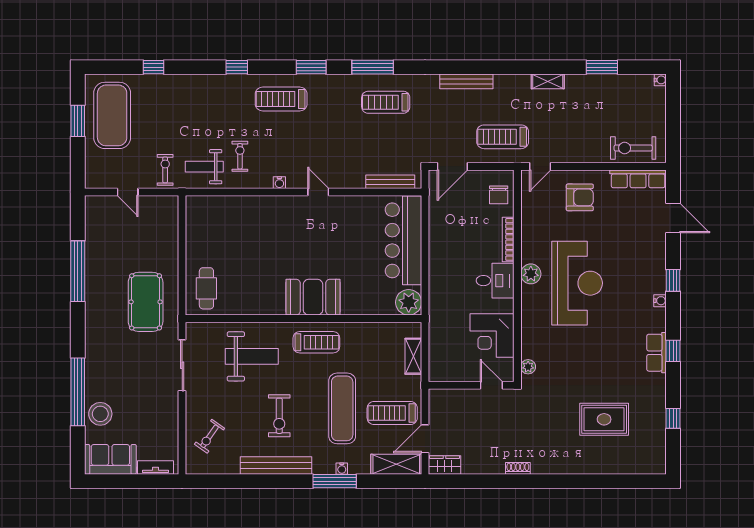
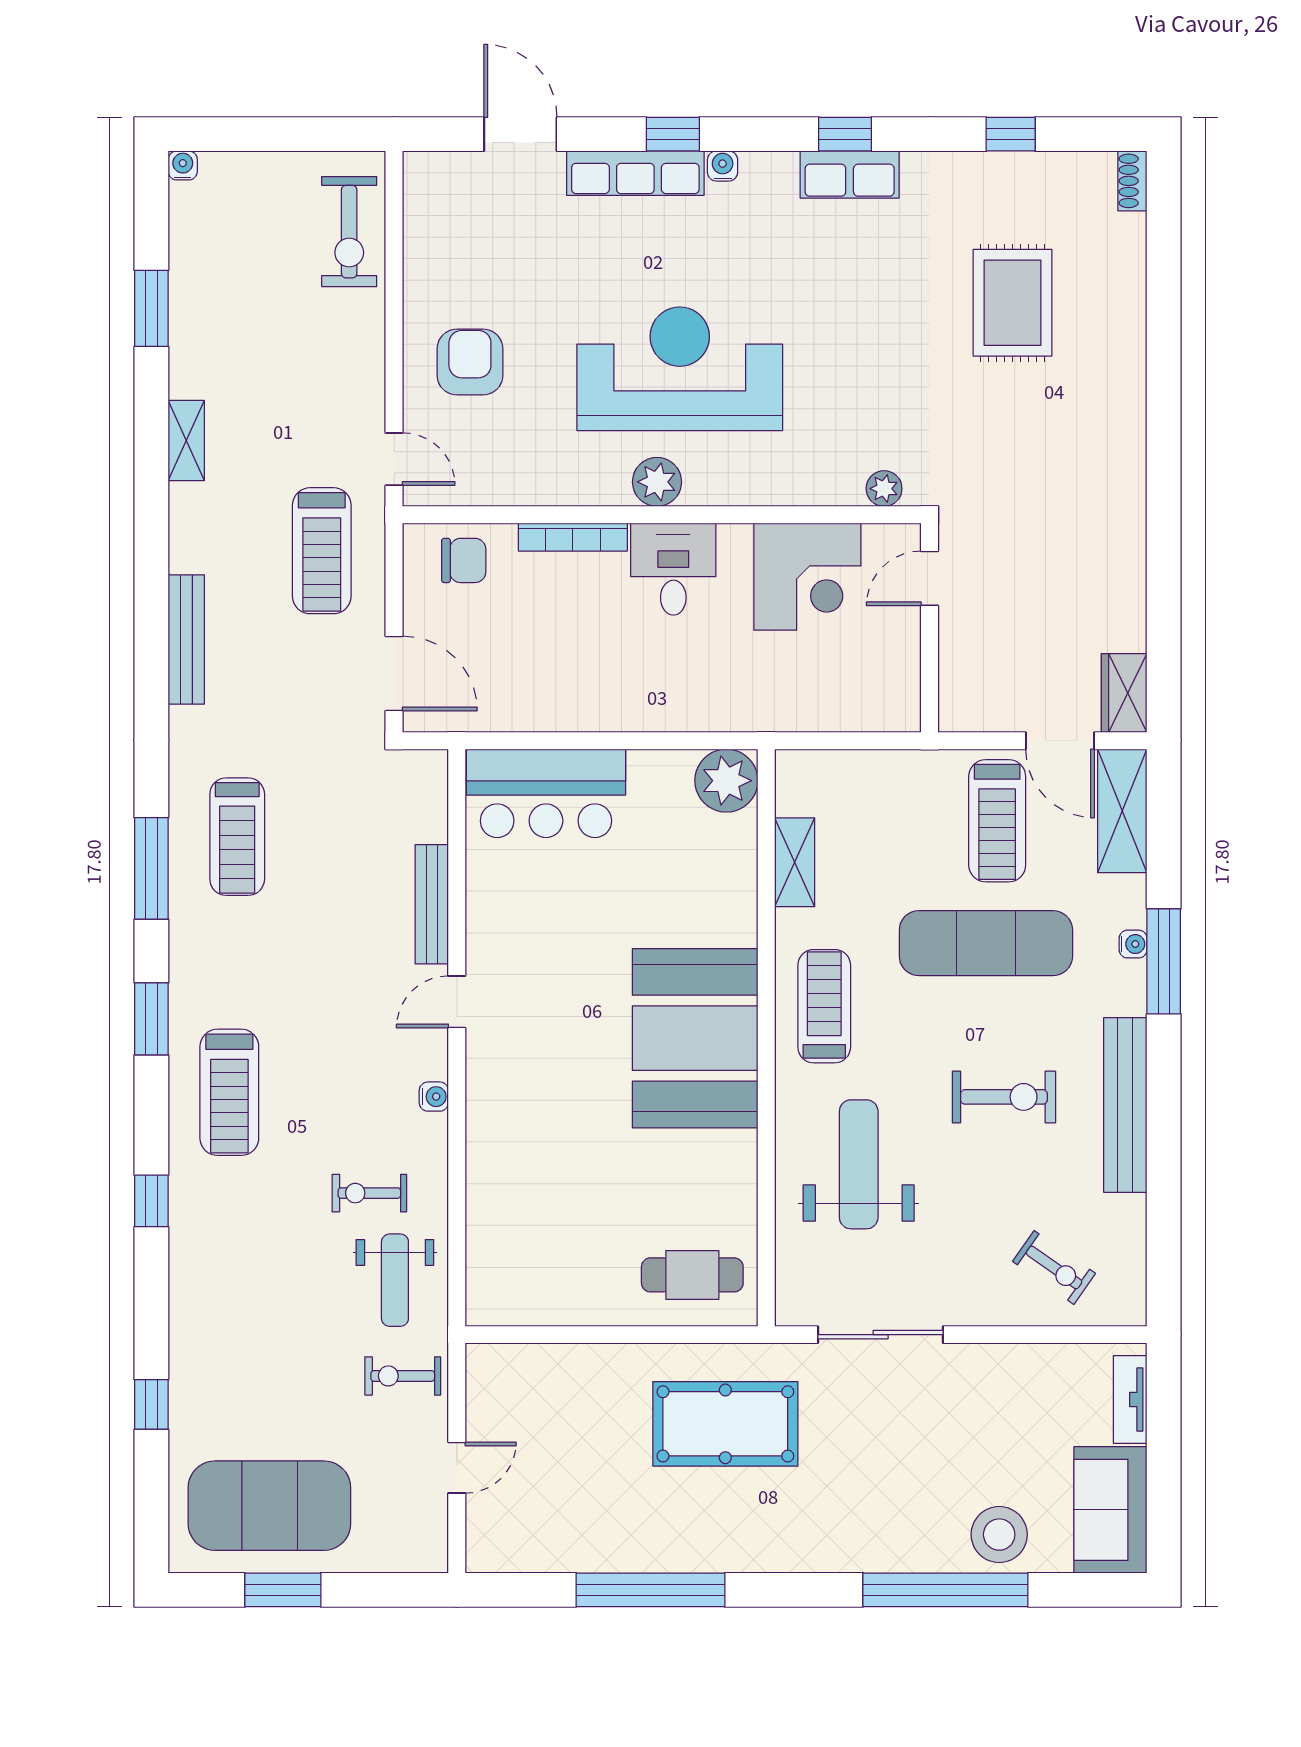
row of seats: (638, 179) -> (635, 173), moved, turned 90
bench: (390, 182) -> (432, 904), moved
door: (673, 218) -> (520, 134), hinge flipped
bar counter: (403, 240) -> (546, 793), width x0.73
booth: (313, 297) -> (695, 1038), width x1.36, depth x1.42
shelving: (413, 356) -> (795, 862), moved, turned 90
shoe rack: (518, 468) -> (1132, 181), moved

